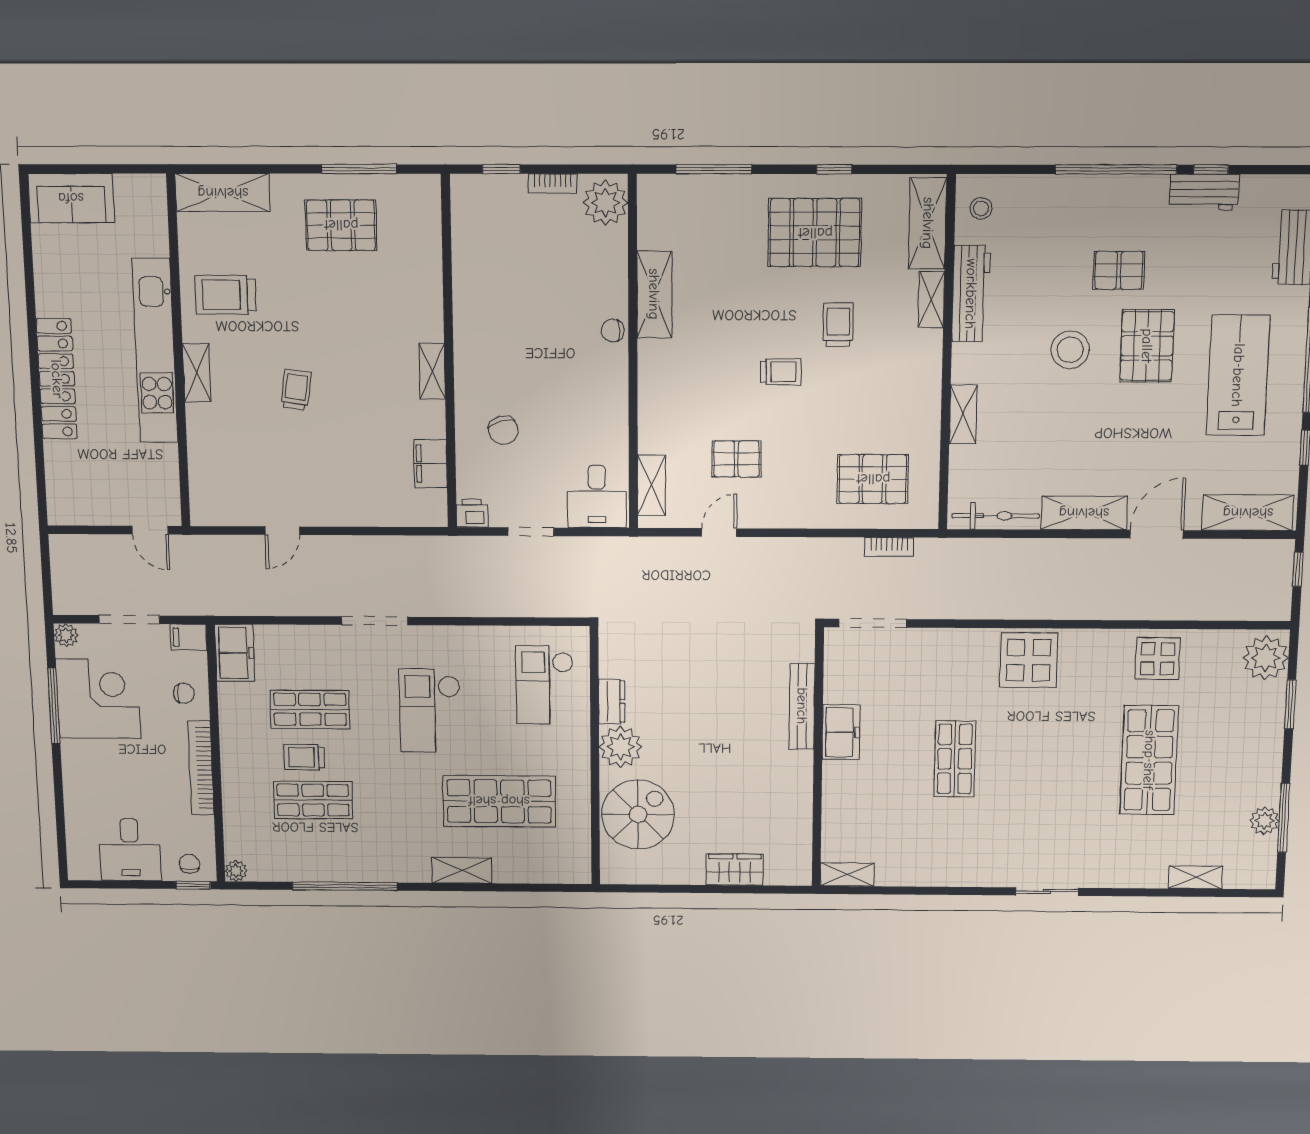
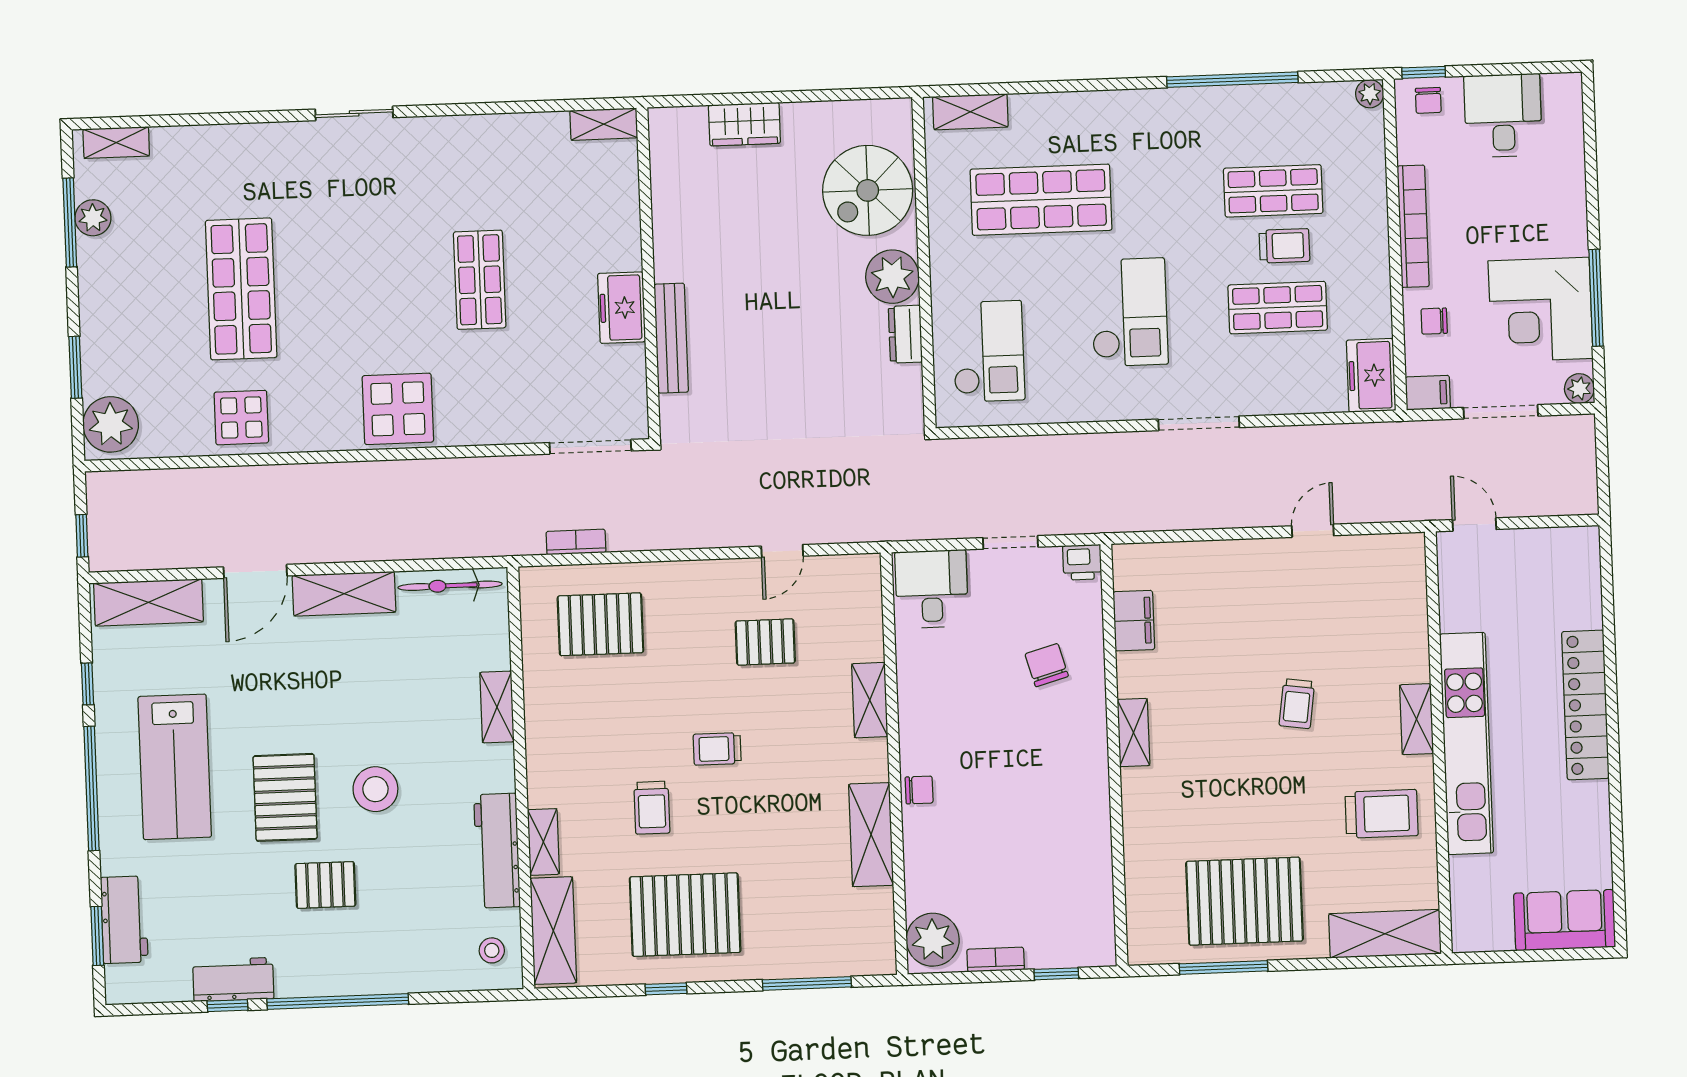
pallet: (341, 225) -> (1244, 901), width x1.37, depth x1.41
shelving: (652, 485) -> (870, 700), moved
shelving: (462, 870) -> (970, 112), moved
shelving: (1195, 877) -> (116, 143), moved

